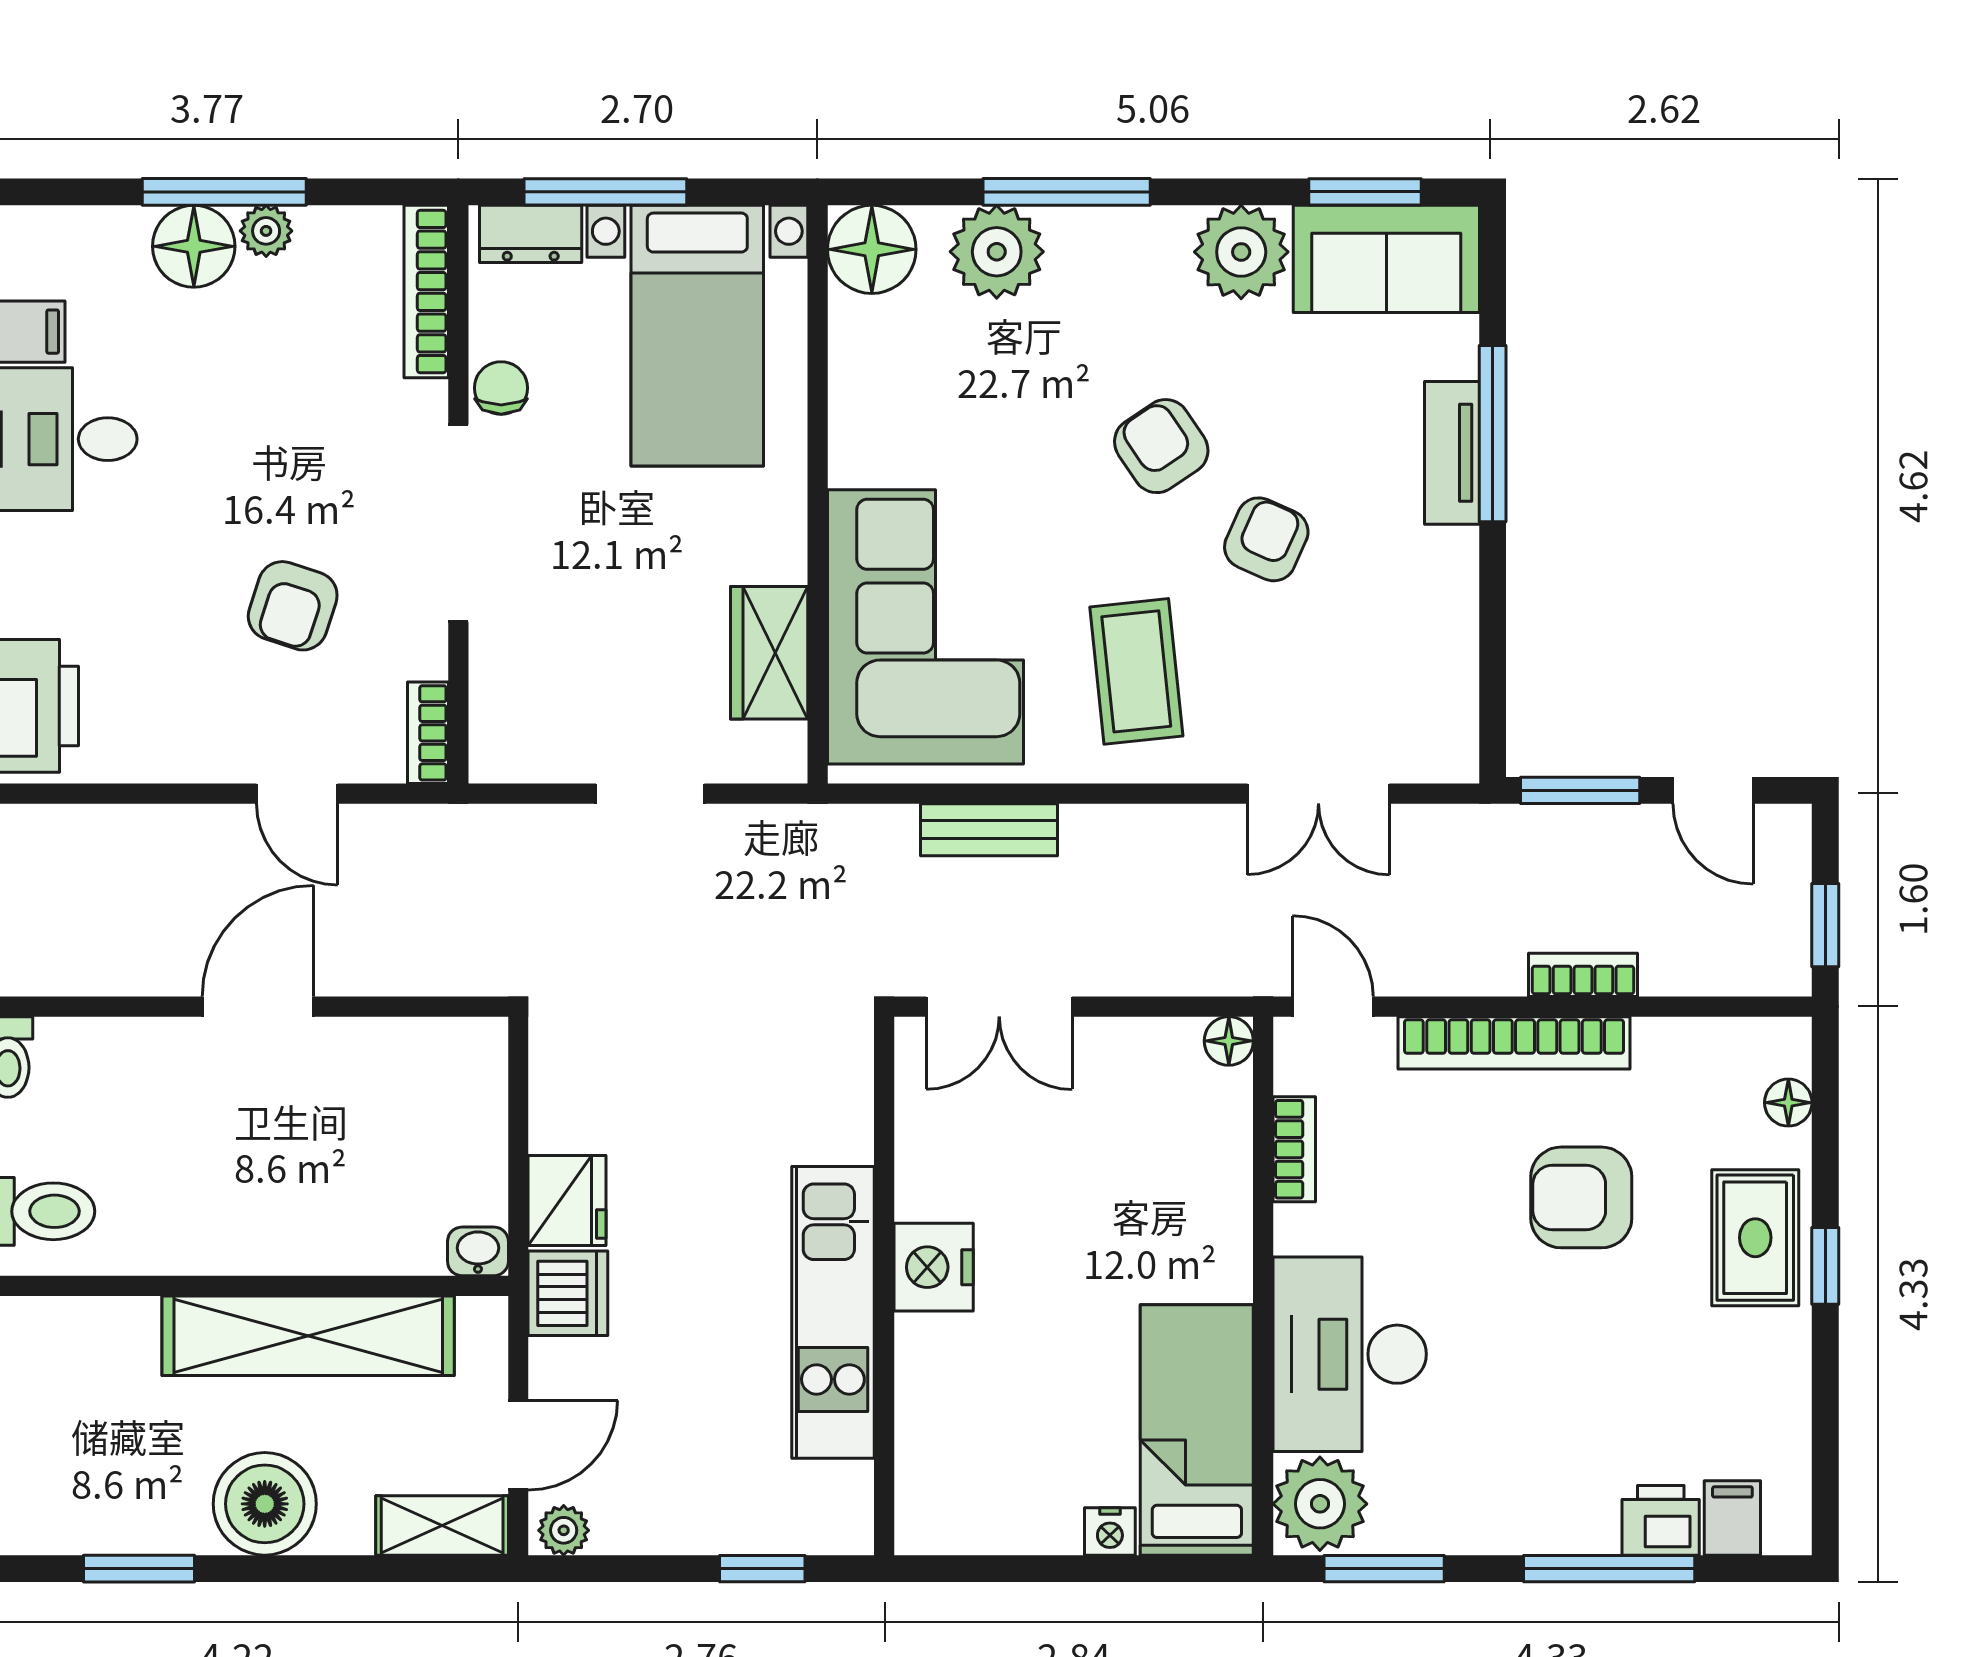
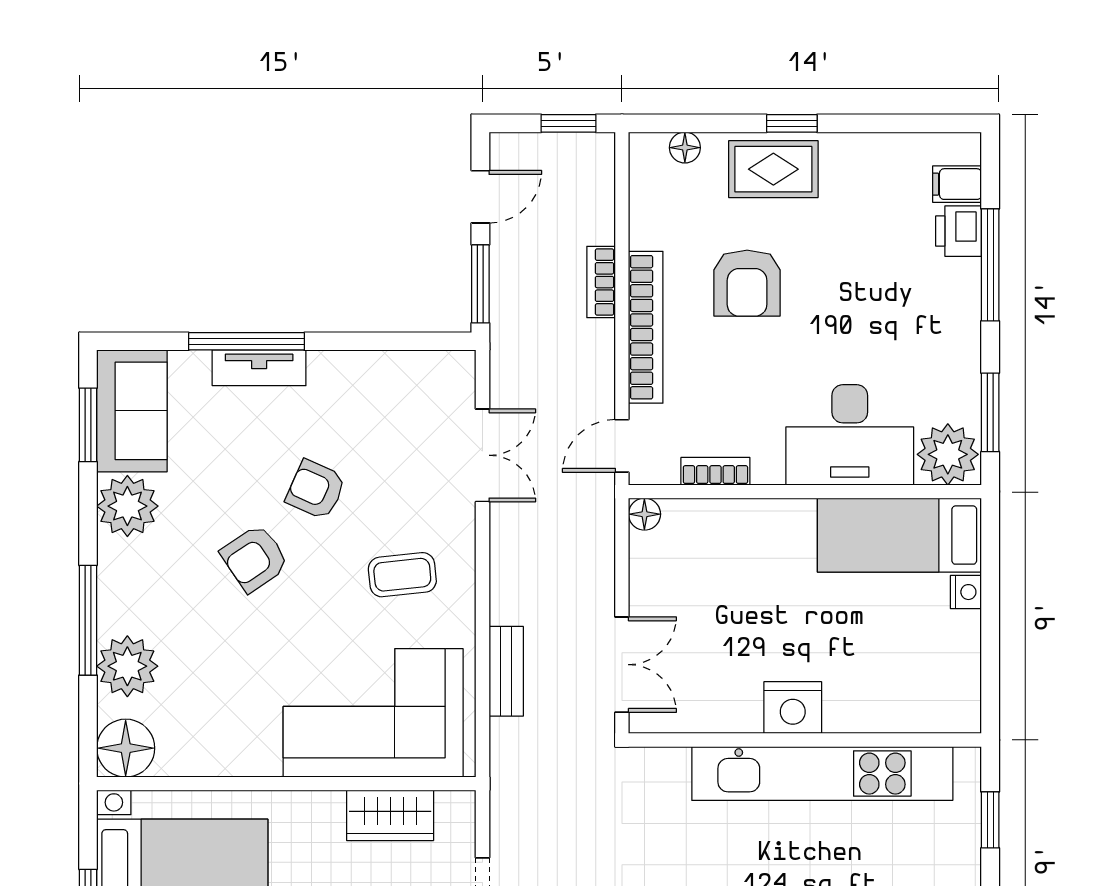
coffee table: (1136, 671) -> (402, 575), width x0.73, depth x0.77
kitchen unit: (833, 1312) -> (822, 774), width x1.36

